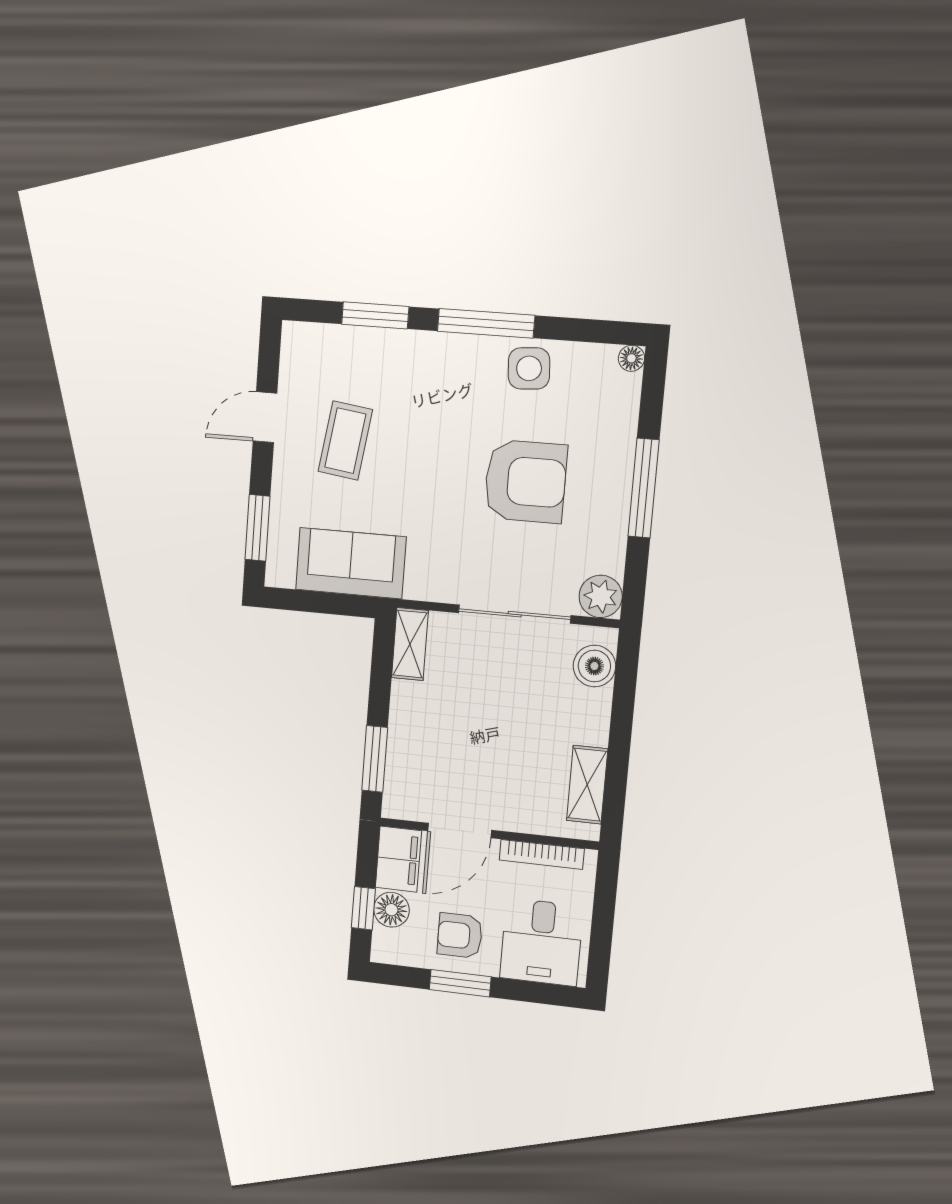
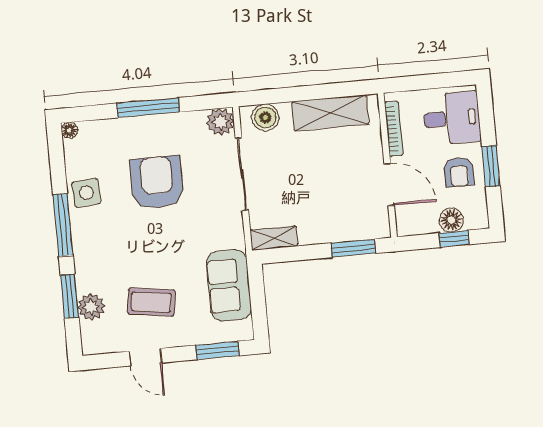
plant: (354, 346) -> (91, 307), added
shelving: (587, 785) -> (330, 113), width x1.50, depth x1.33
filing cabinet: (398, 859) -> (417, 221), removed

